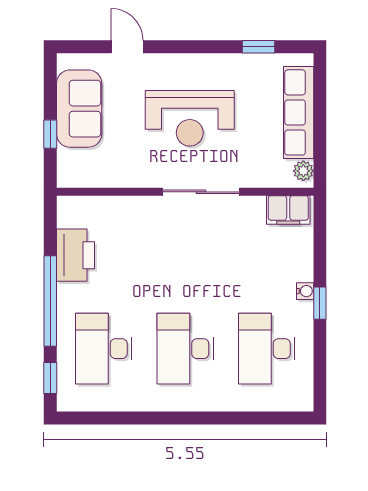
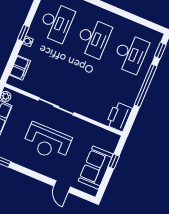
reception desk: (190, 118) -> (47, 142), turned 180
filing cabinet: (288, 210) -> (20, 68), moved, turned 90
printer: (76, 255) -> (119, 117), moved

